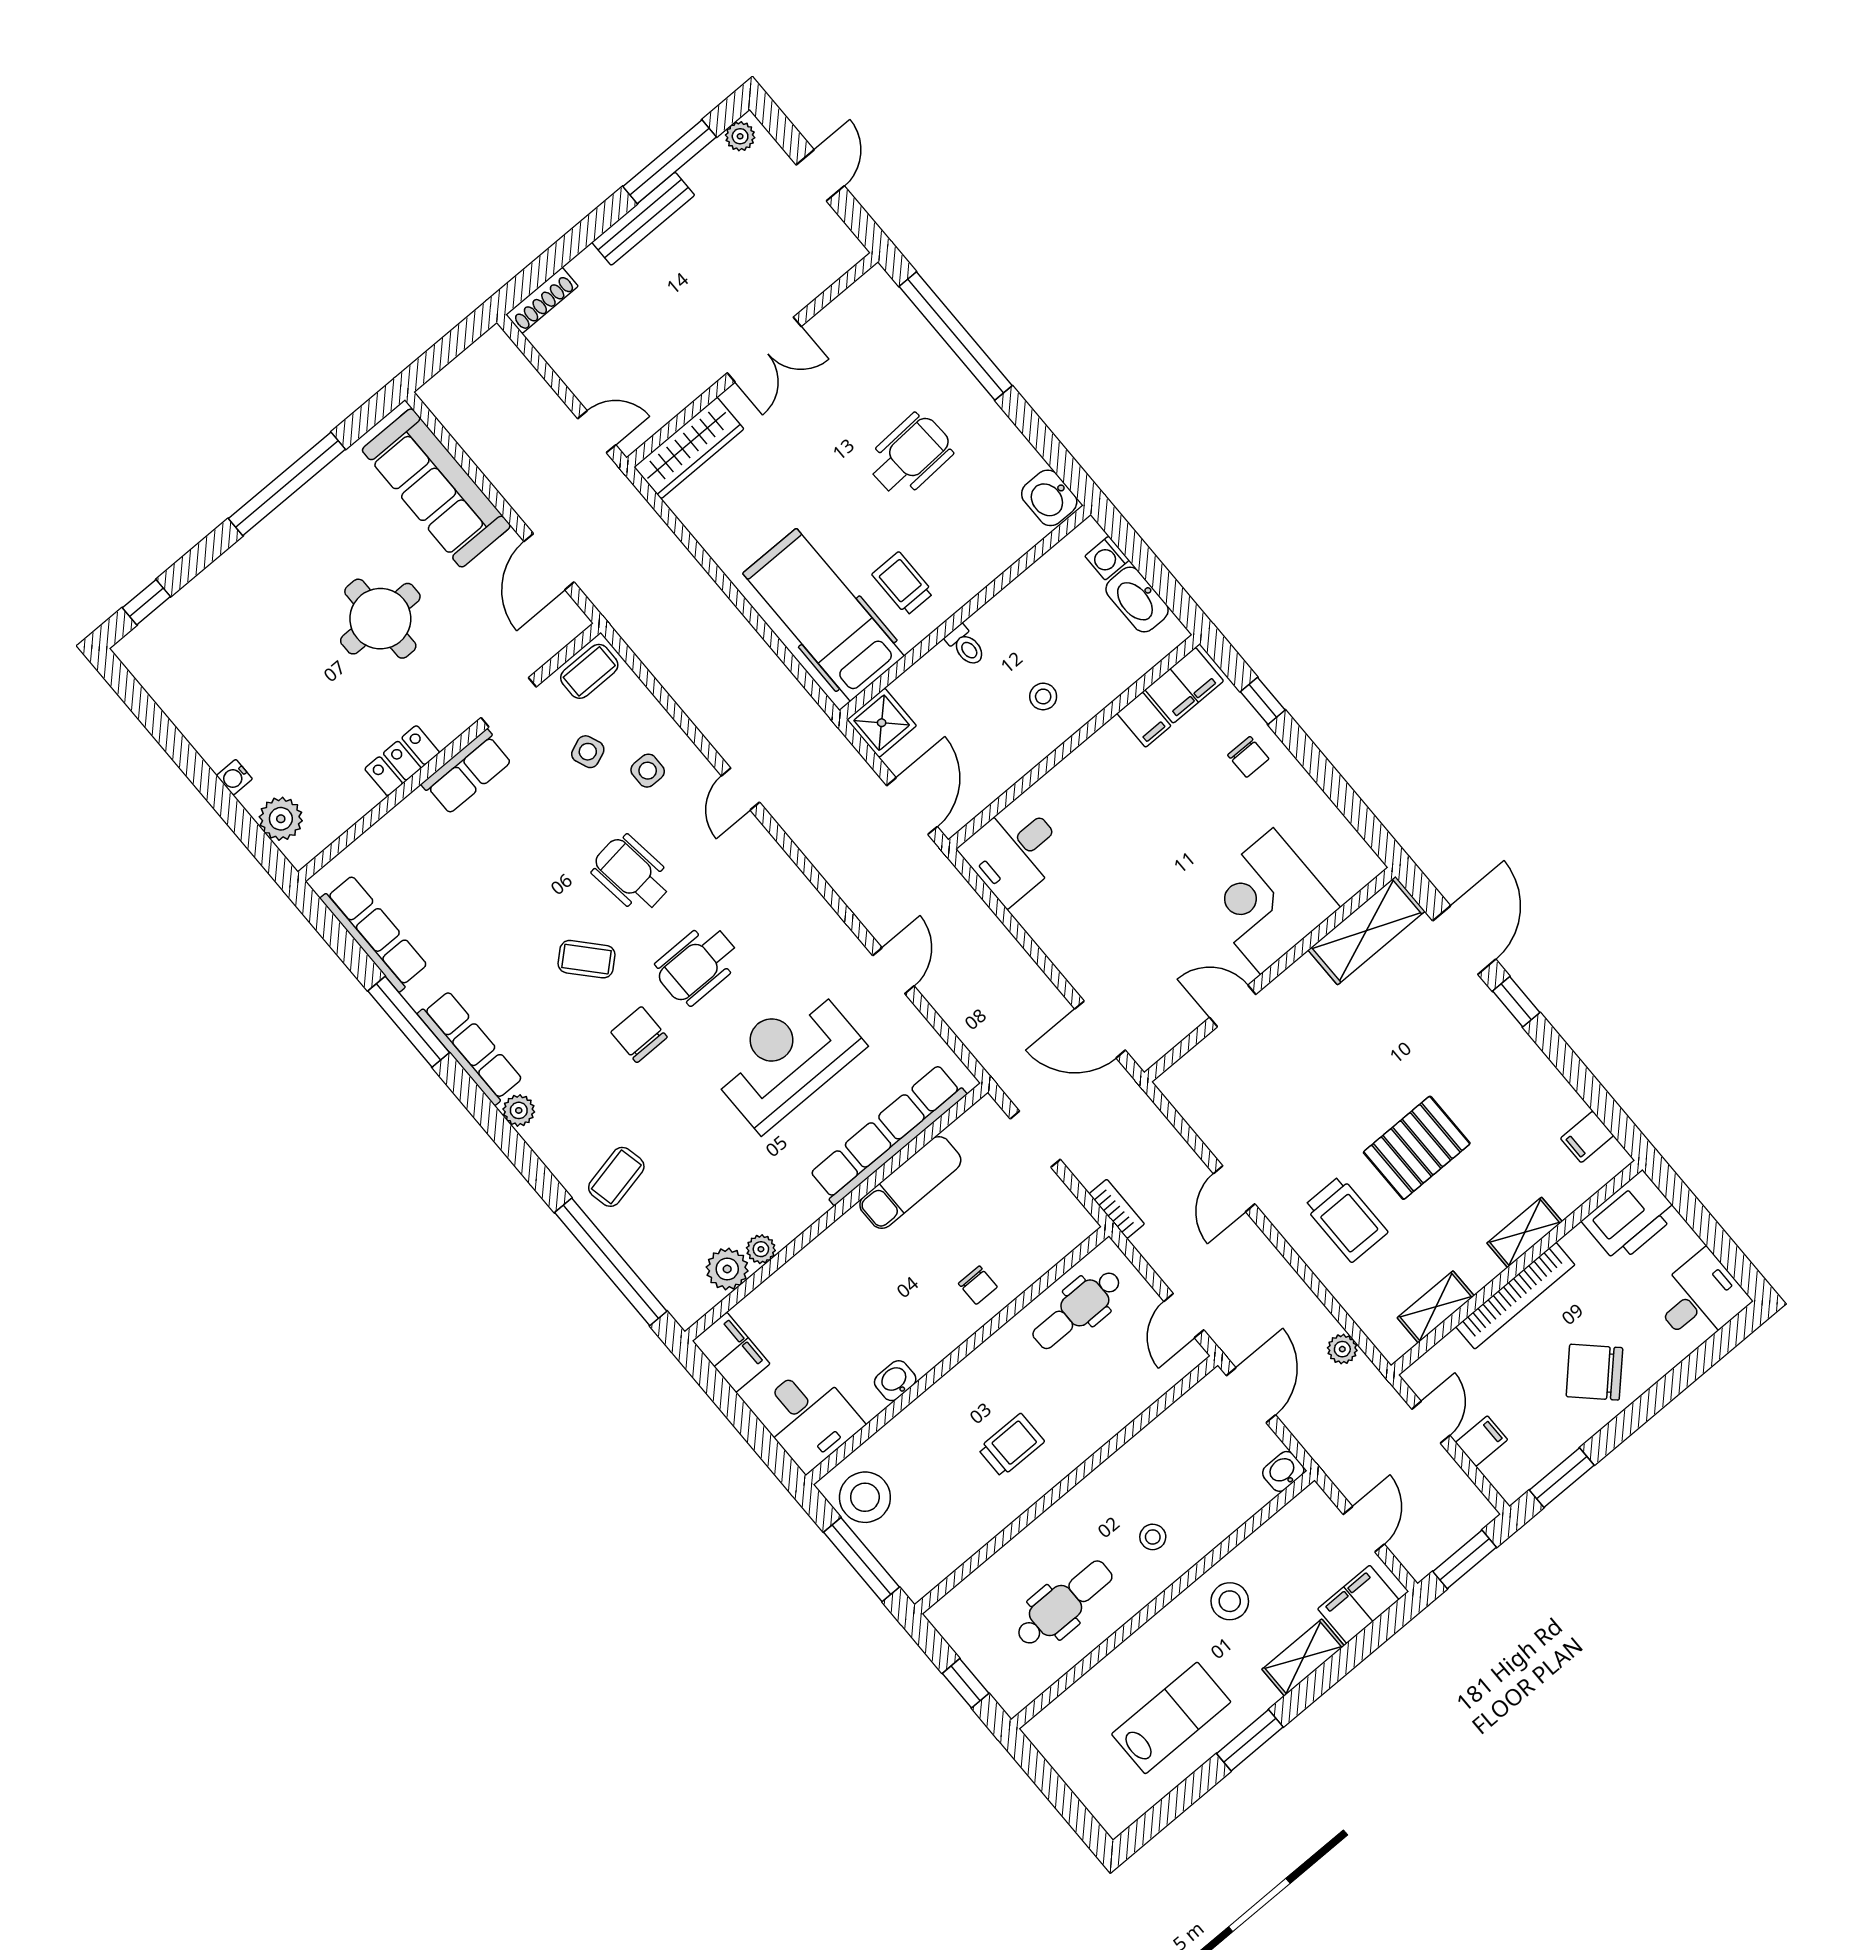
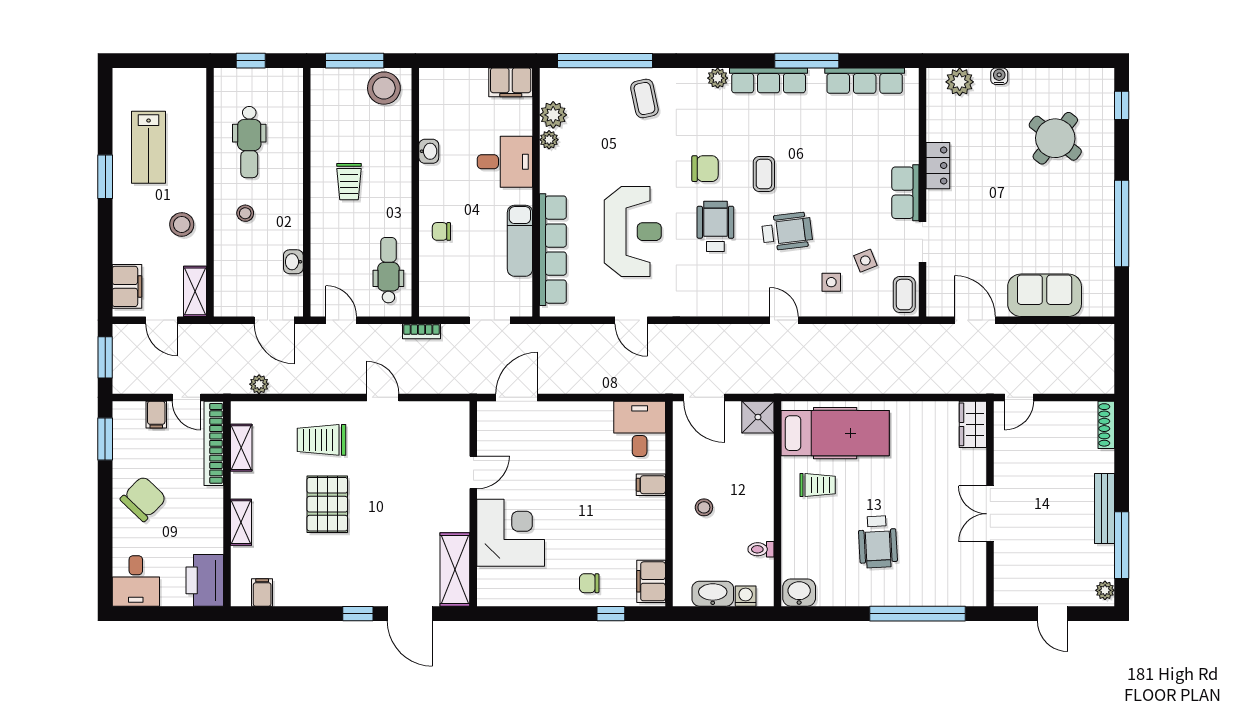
wardrobe: (689, 448) -> (973, 424), width x0.67
sofa: (436, 488) -> (1045, 295), width x0.73
round table: (380, 619) -> (1055, 138), moved, turned 38
toilet: (966, 646) -> (761, 549), moved
filing cabinet: (1144, 720) -> (651, 485), moved
coffee table: (586, 959) -> (764, 174), turned -48
bookcase: (1515, 1296) -> (214, 443), moved
desk: (809, 1417) -> (505, 162), moved, turned 180
washbasin: (1283, 1471) -> (293, 262), moved, turned 180
shelving: (1303, 1658) -> (195, 291), moved

